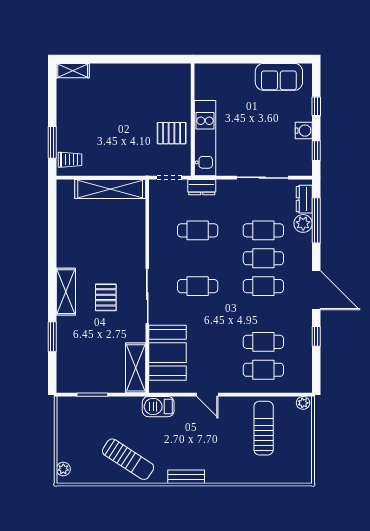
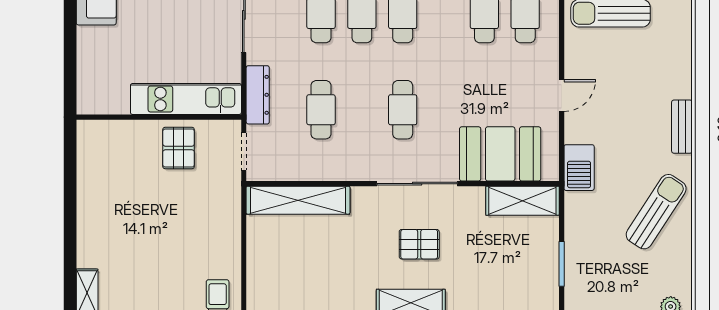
dresser: (202, 187) -> (258, 95), width x1.44
shelving: (110, 189) -> (298, 200), moved, turned 90

